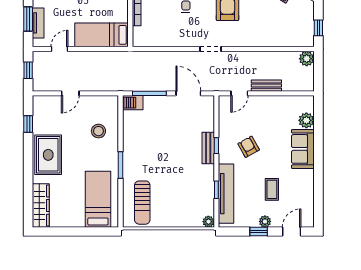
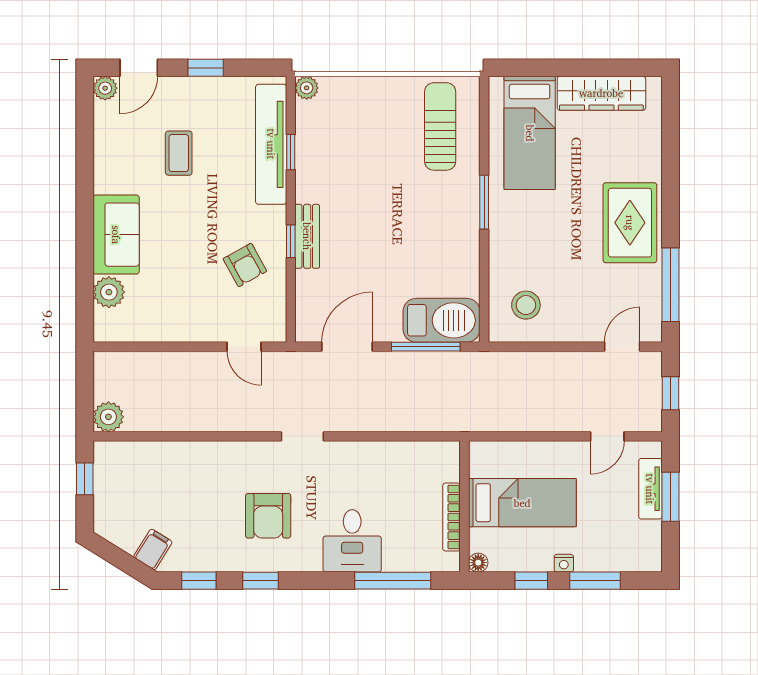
bed: (101, 35) -> (522, 503), moved
bench: (266, 86) -> (190, 362), removed
door: (70, 93) -> (622, 347), moved
door: (188, 93) -> (347, 347), swing flipped
door: (239, 93) -> (244, 347), swing flipped
barbecue: (133, 103) -> (441, 320), width x1.88, depth x1.53
window: (28, 124) -> (670, 285), width x2.17
stool: (98, 131) -> (526, 305), moved
armchair: (249, 147) -> (245, 265), moved
wardrobe: (41, 206) -> (601, 93), moved, turned -90
plant: (265, 221) -> (105, 88), moved

